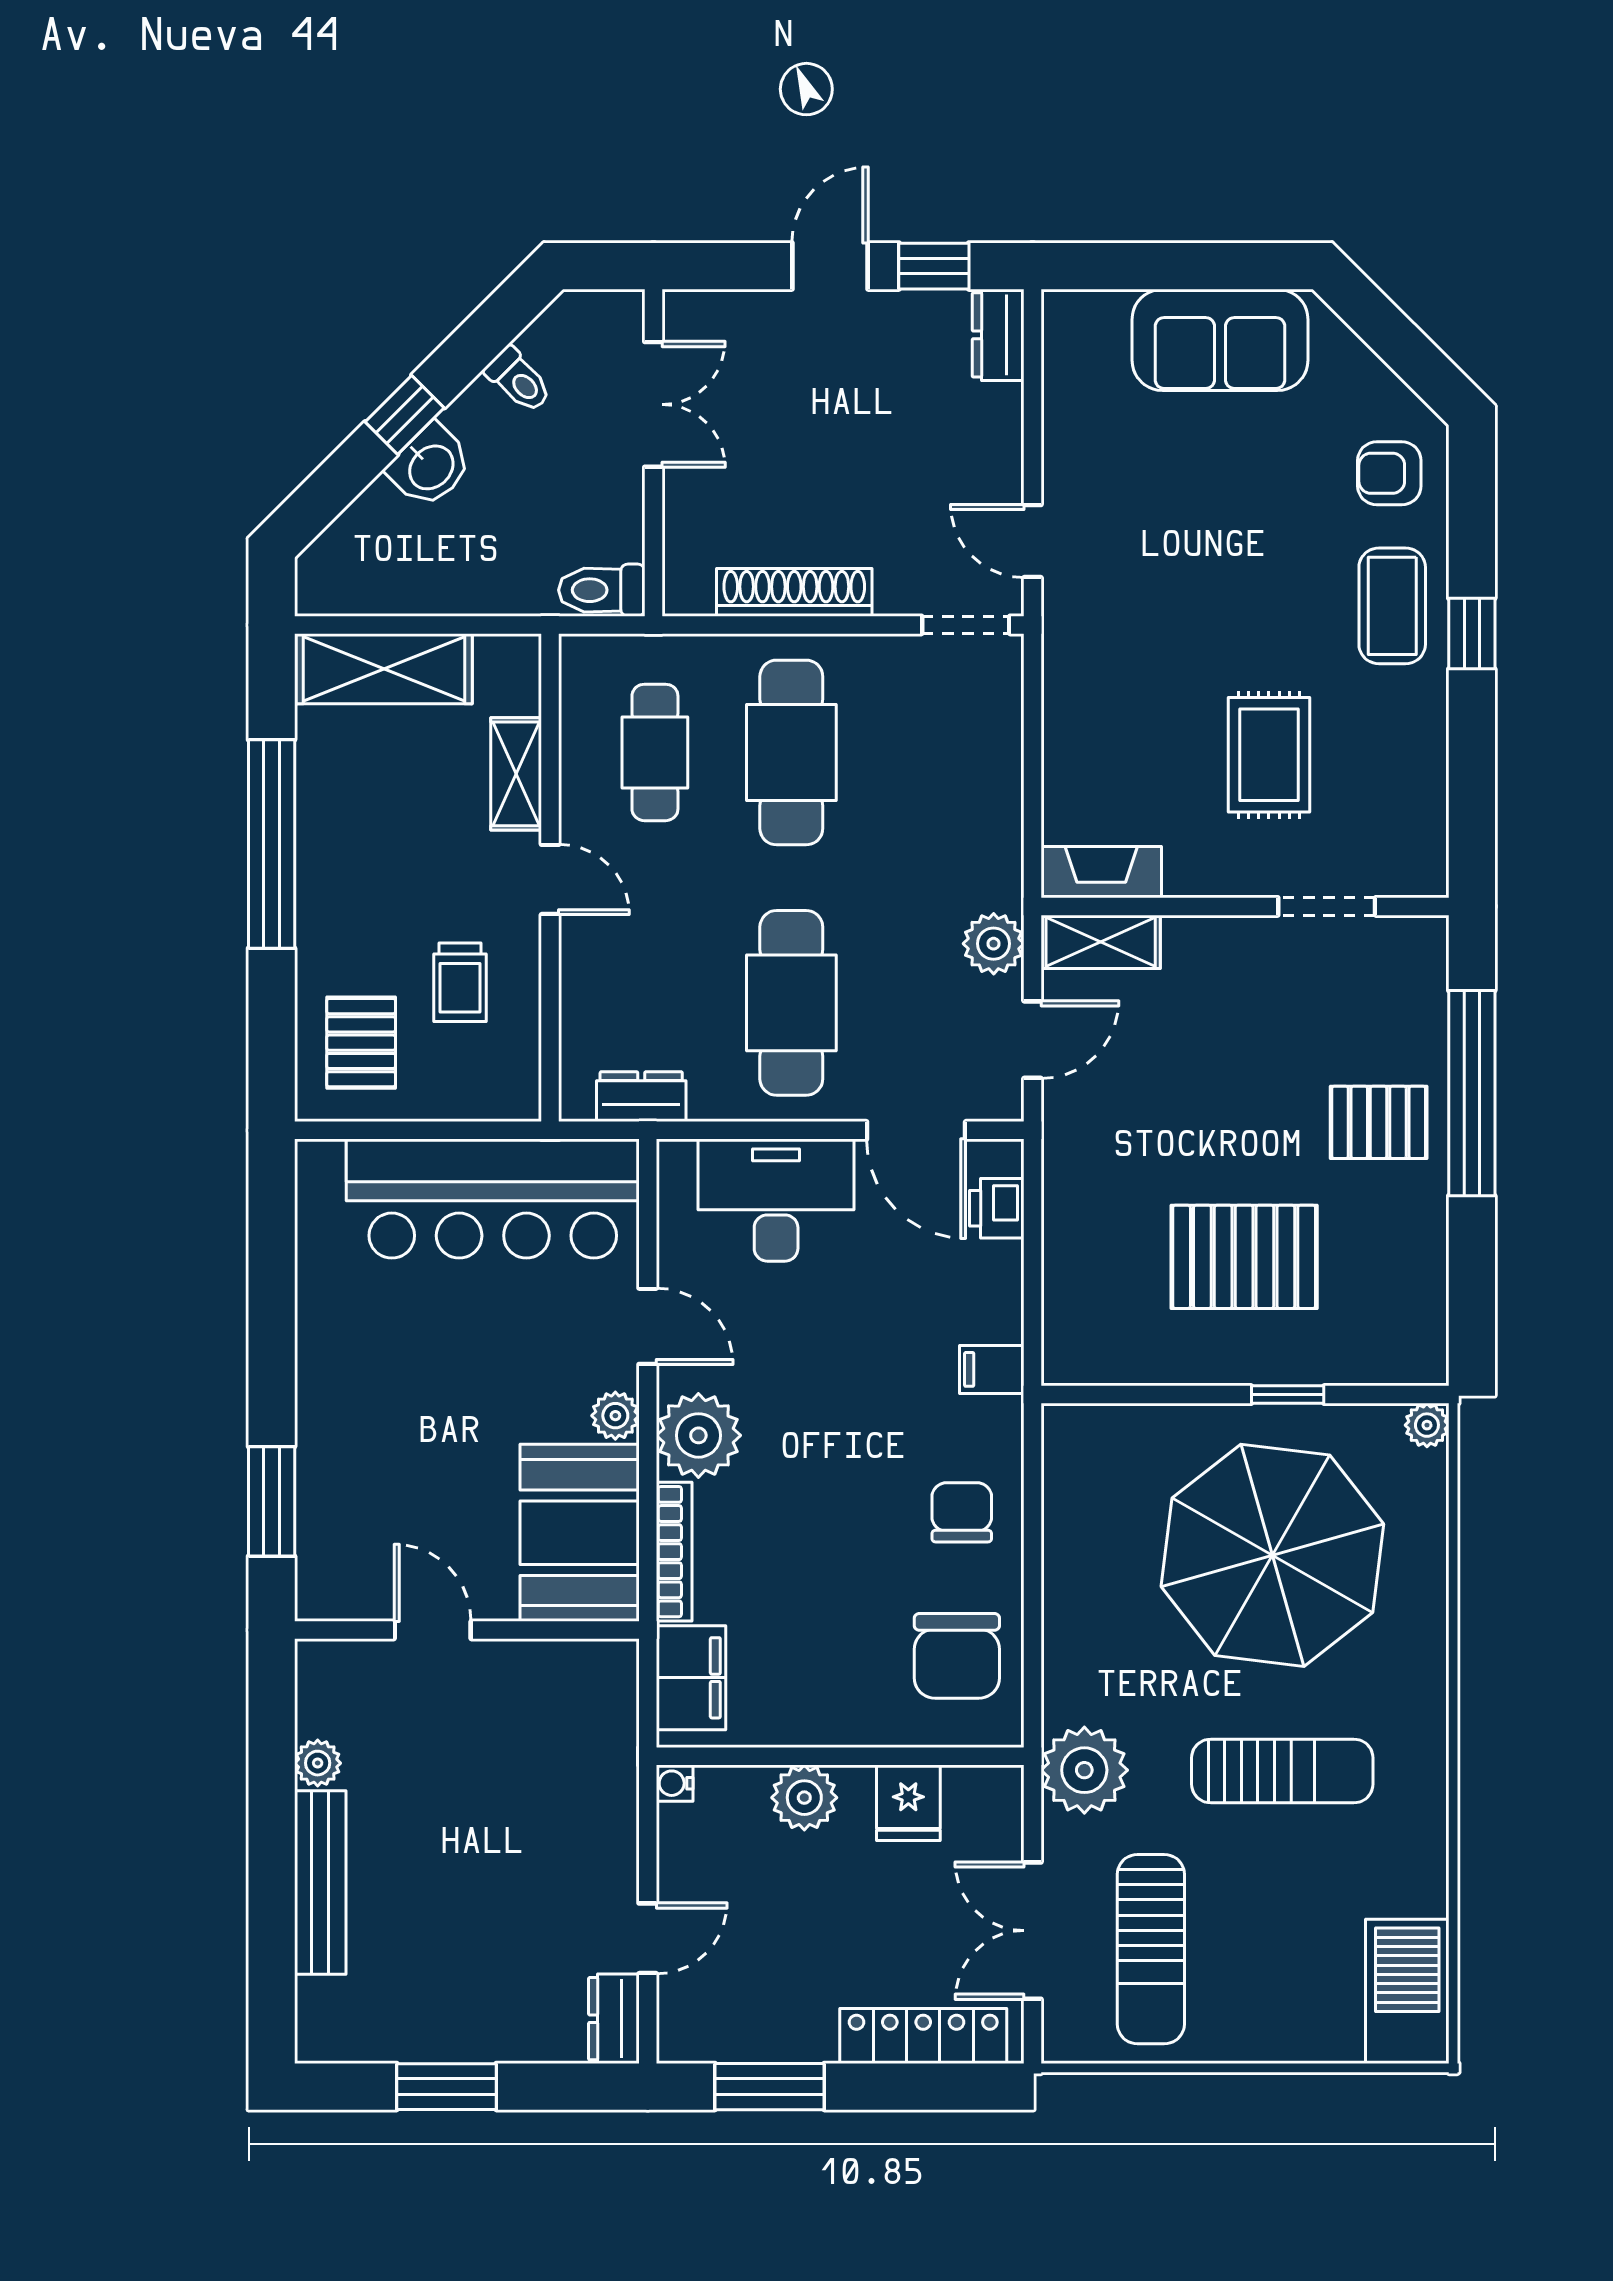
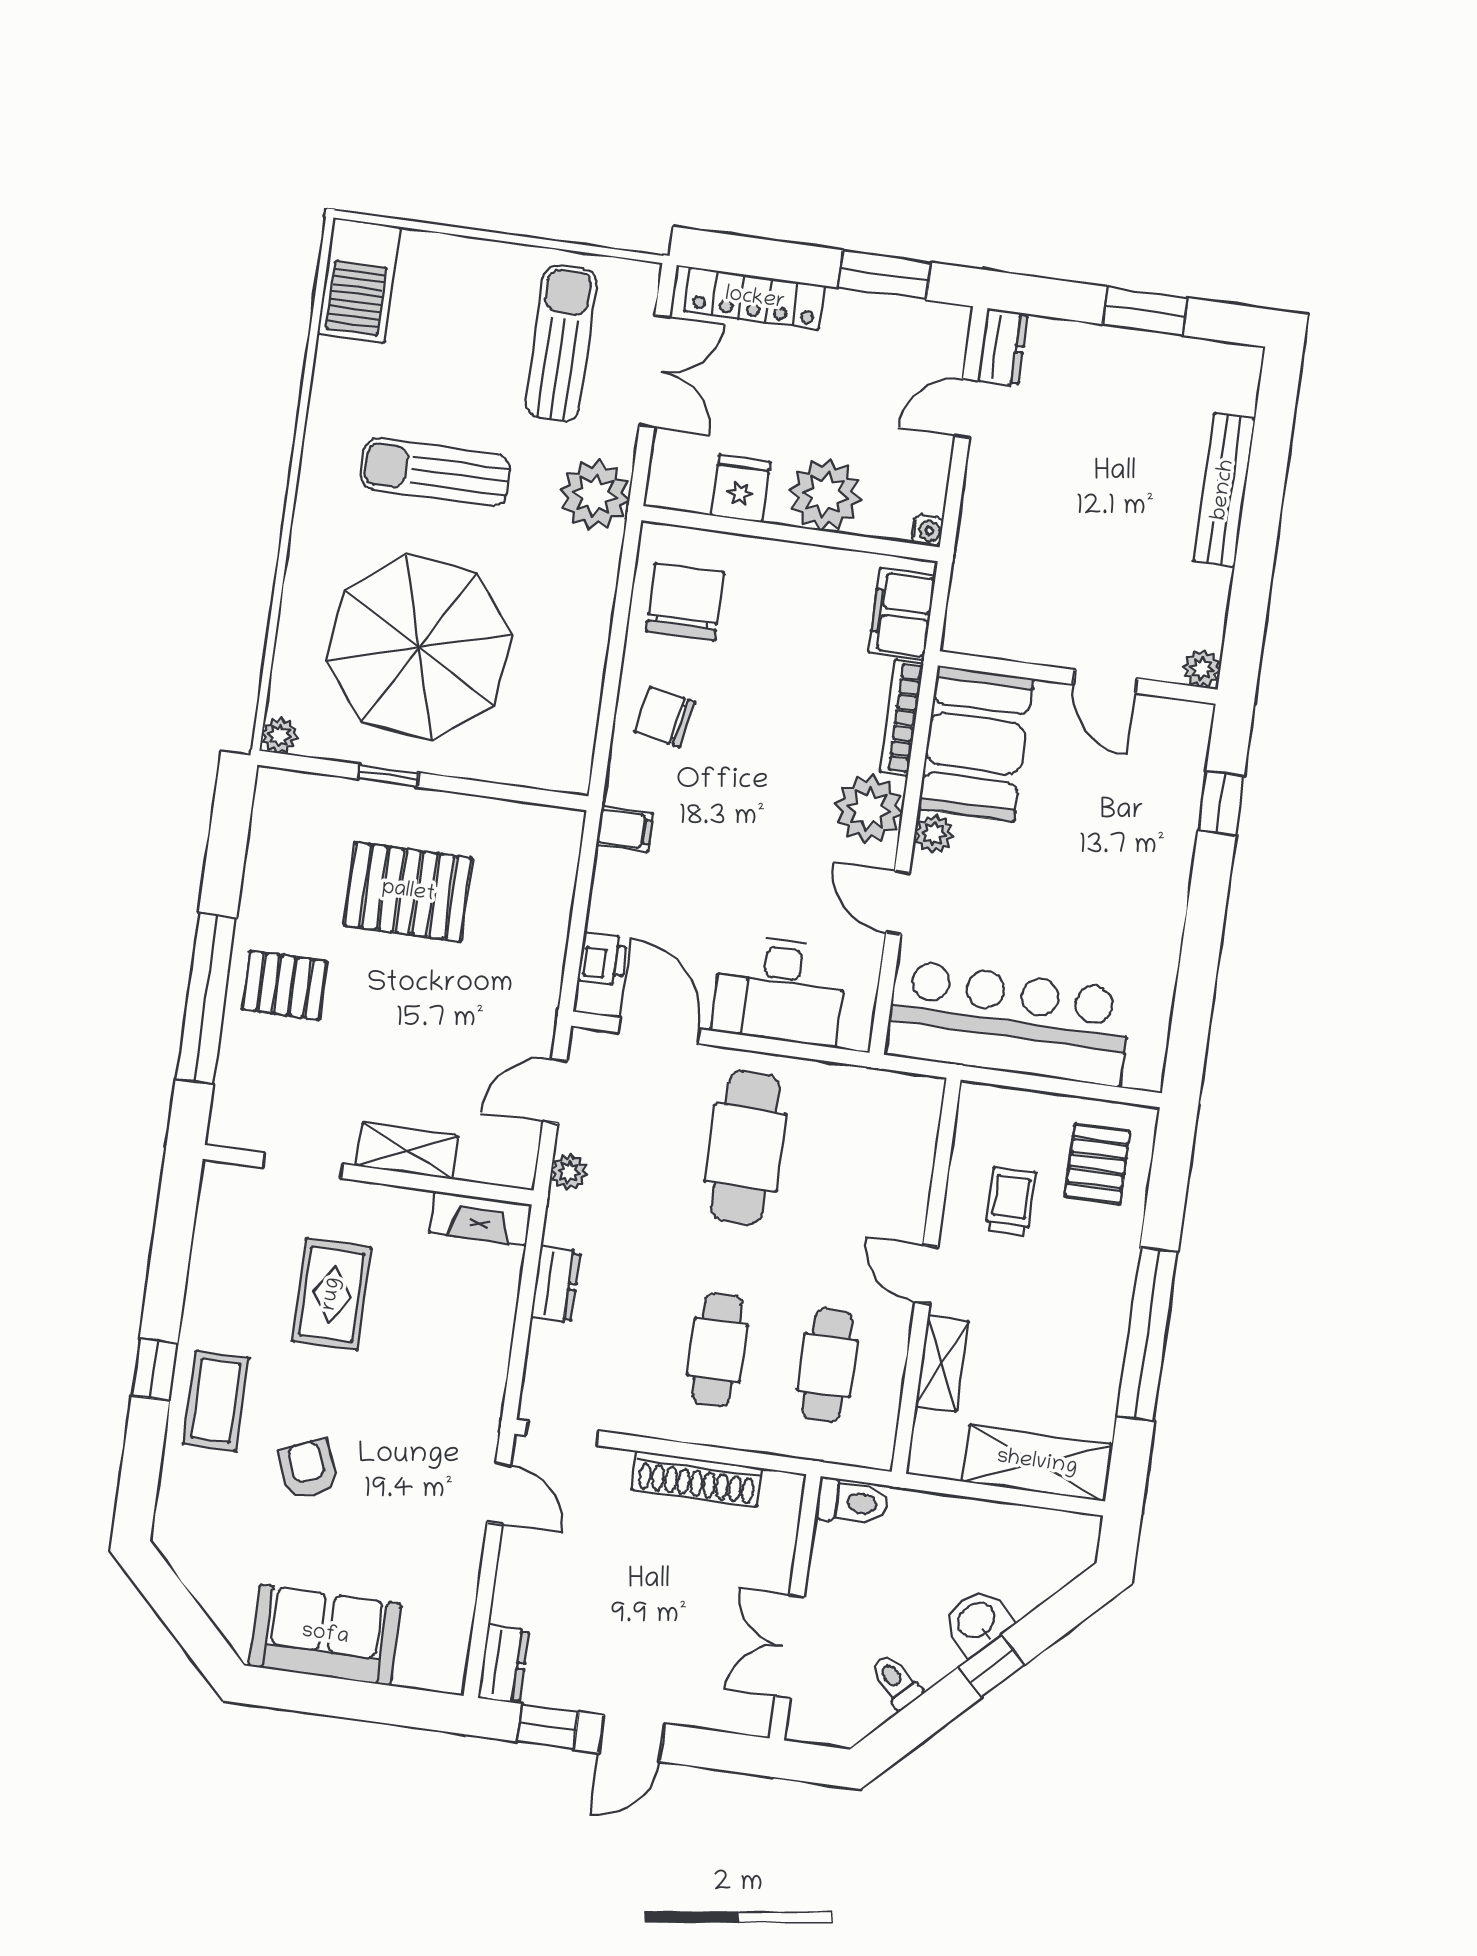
armchair: (1389, 473) -> (308, 1469), moved, turned -111
cafe table: (791, 752) -> (717, 1350), width x0.73, depth x0.74
shelving: (1101, 942) -> (407, 1151), moved
plant: (994, 944) -> (569, 1172), width x0.73, depth x0.73
dresser: (641, 1097) -> (556, 1284), moved, turned -90
window: (272, 1501) -> (1221, 803), width x0.67
chair: (962, 1512) -> (665, 717), turned 101
plant: (318, 1763) -> (1202, 669), moved
plant: (804, 1798) -> (825, 495), width x1.36, depth x1.36

